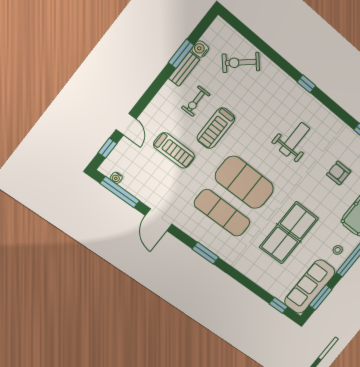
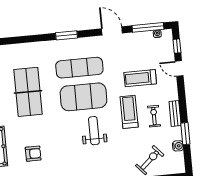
bench: (184, 69) -> (175, 113), moved
weight bench: (294, 139) -> (94, 131), moved, turned 180

